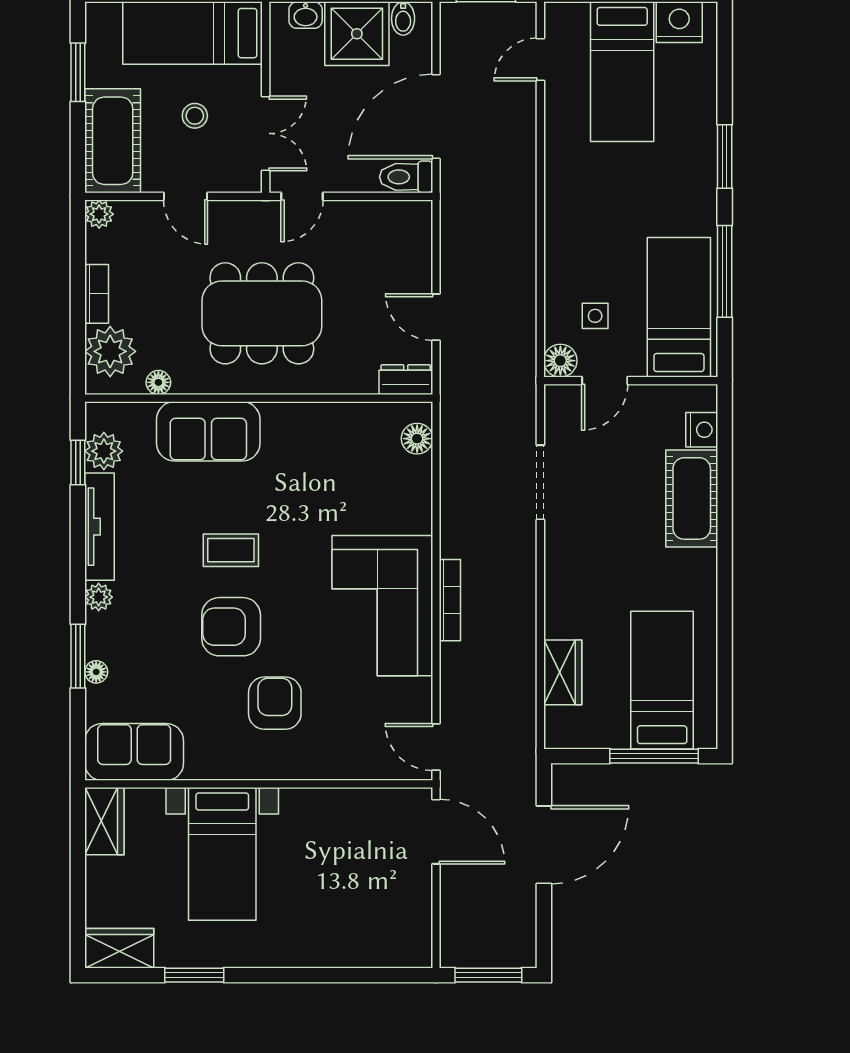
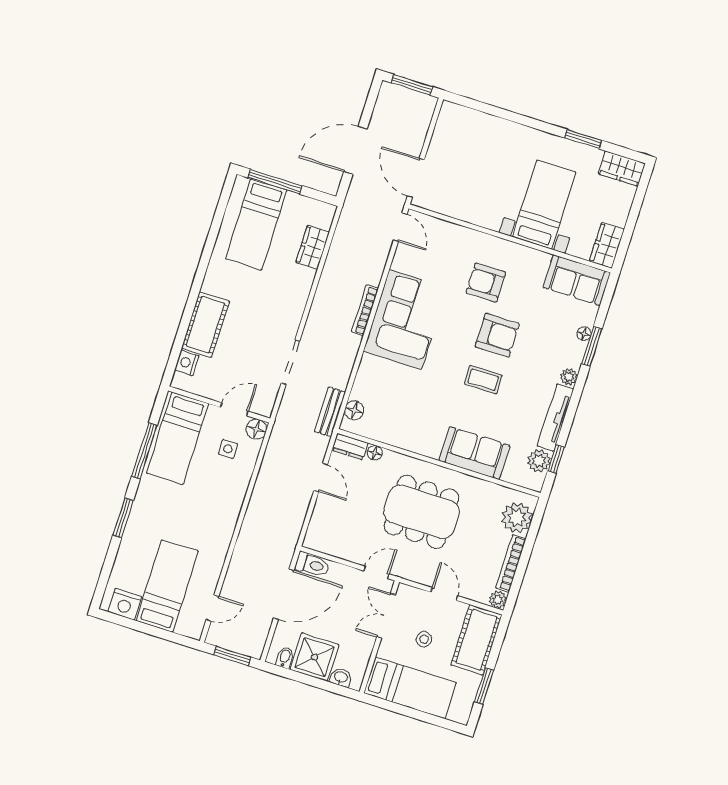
bookcase: (97, 294) -> (511, 563), width x1.56
floor lamp: (158, 382) -> (375, 453), moved
bench: (454, 424) -> (330, 412), added
armchair: (275, 703) -> (486, 283), turned 90

